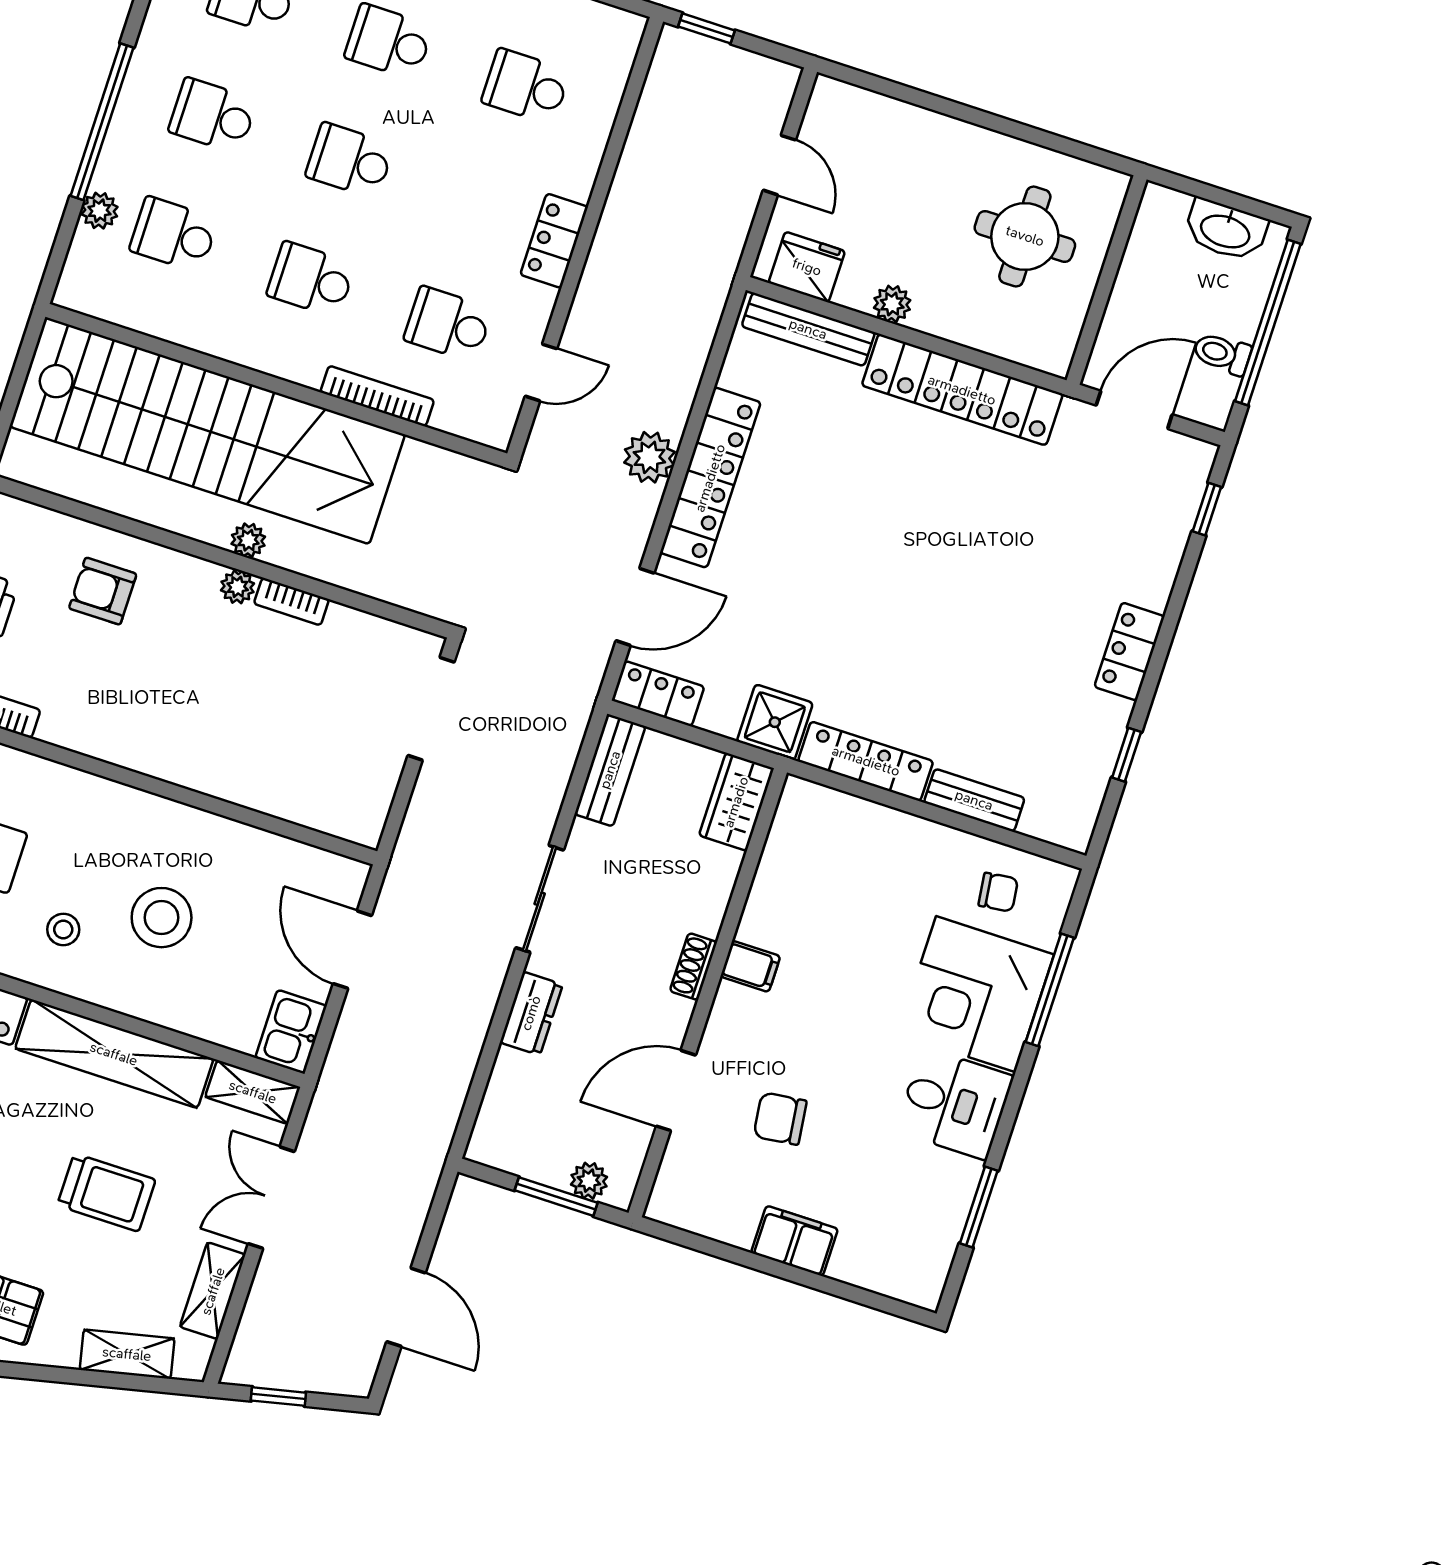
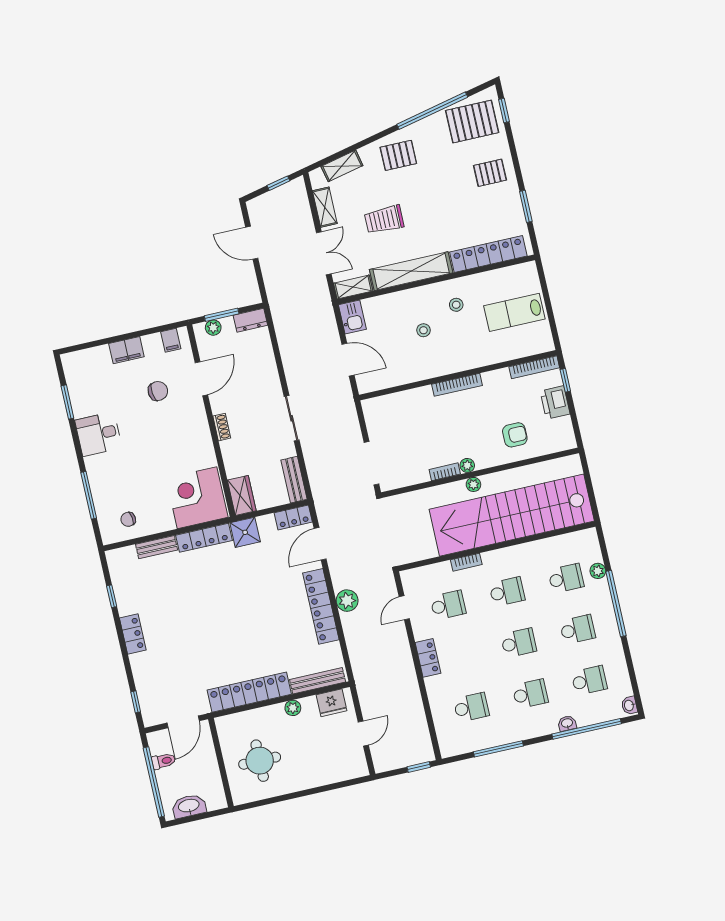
door: (779, 165) -> (363, 734), swing flipped
bookcase: (377, 396) -> (466, 562), width x0.64
bookcase: (160, 765) -> (457, 385), added
stool: (162, 918) -> (423, 330), width x0.53, depth x0.53
filing cabinet: (750, 966) -> (171, 340), moved, turned -90
corner desk: (976, 994) -> (197, 498), moved, turned -90
dresser: (531, 1013) -> (250, 320), moved, turned -90

